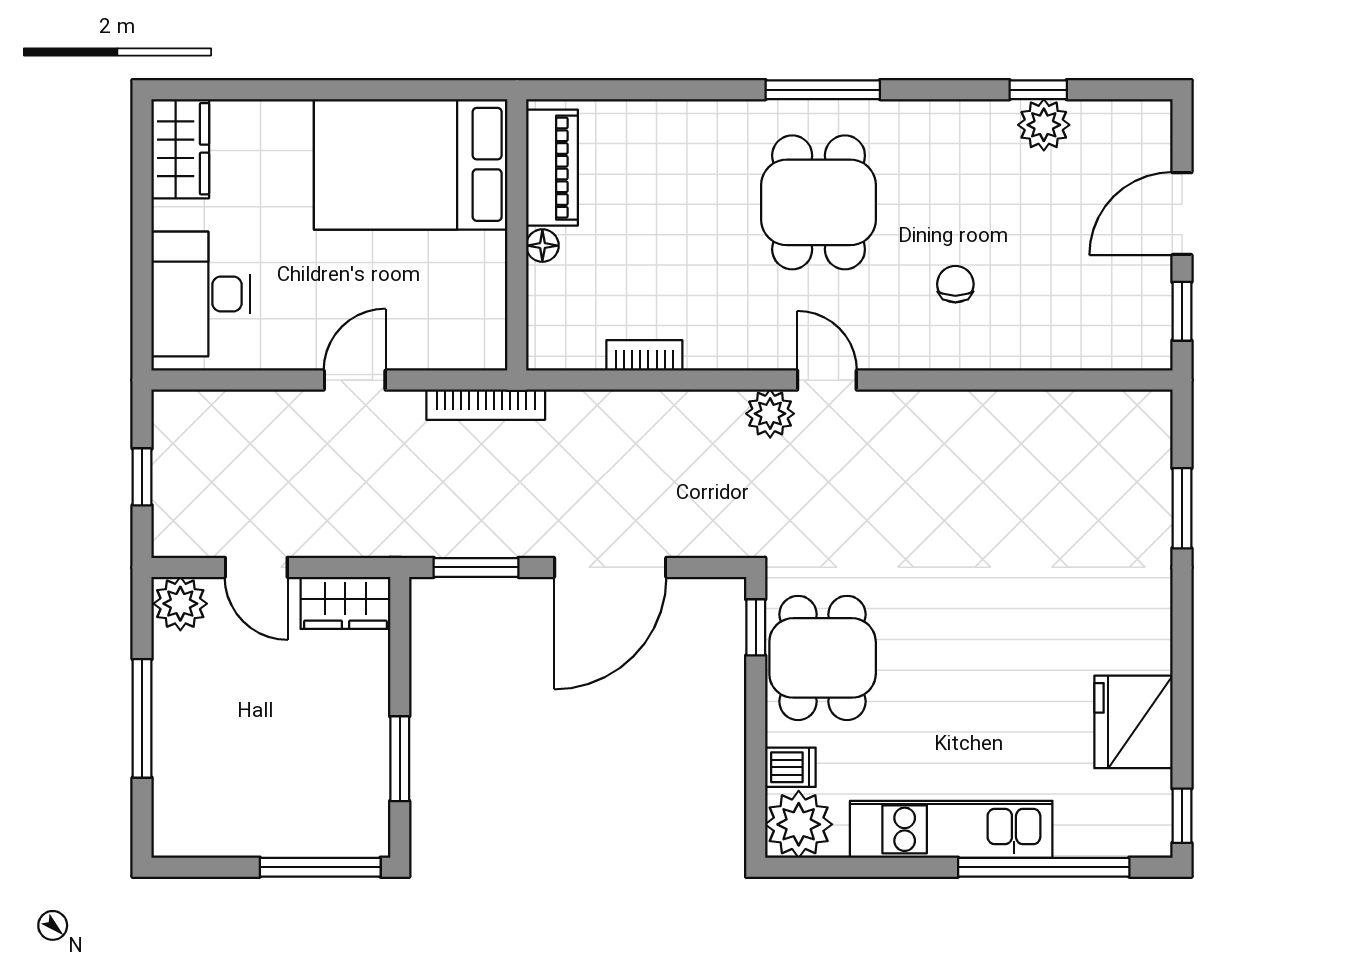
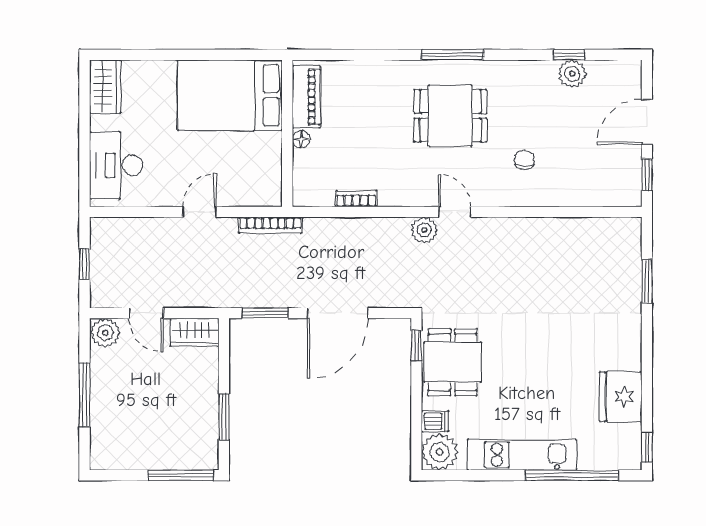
dining table: (819, 202) -> (450, 116), turned 90

